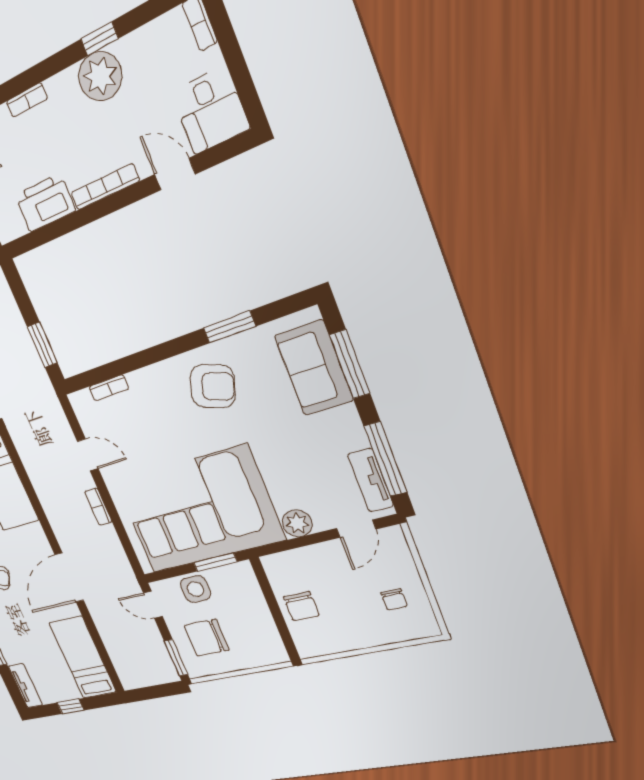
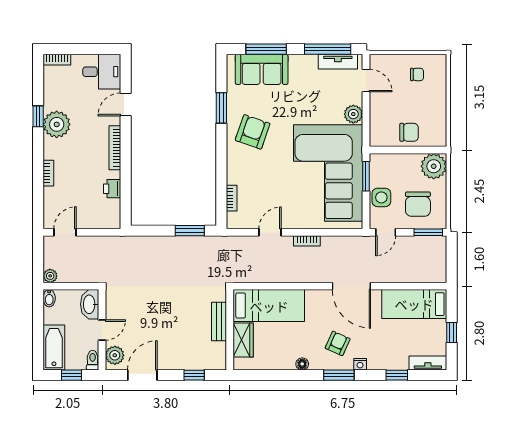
printer: (45, 203) -> (112, 189), width x0.53, depth x0.68
plant: (266, 648) -> (434, 166), added

